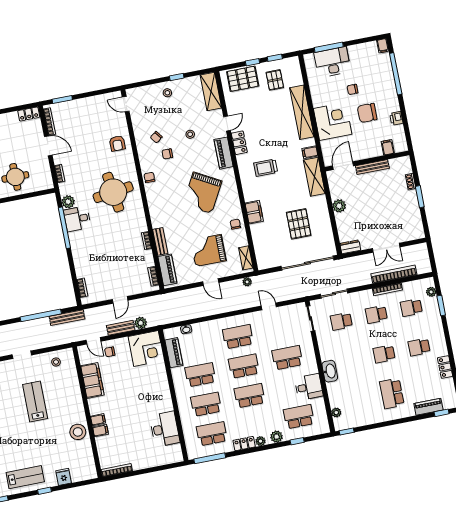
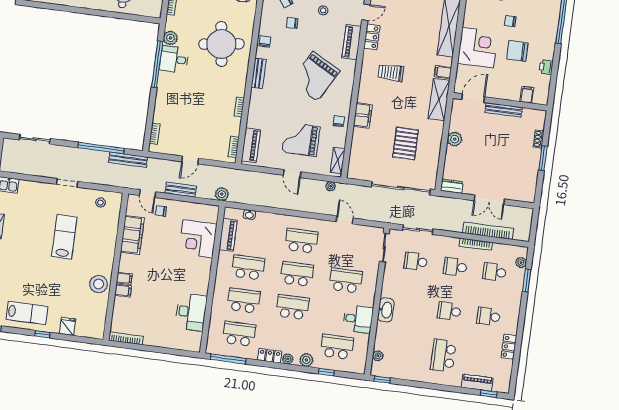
bench: (160, 241) -> (259, 73), moved
plant: (141, 323) -> (222, 194), moved
corner desk: (146, 349) -> (198, 239), moved, turned 90

